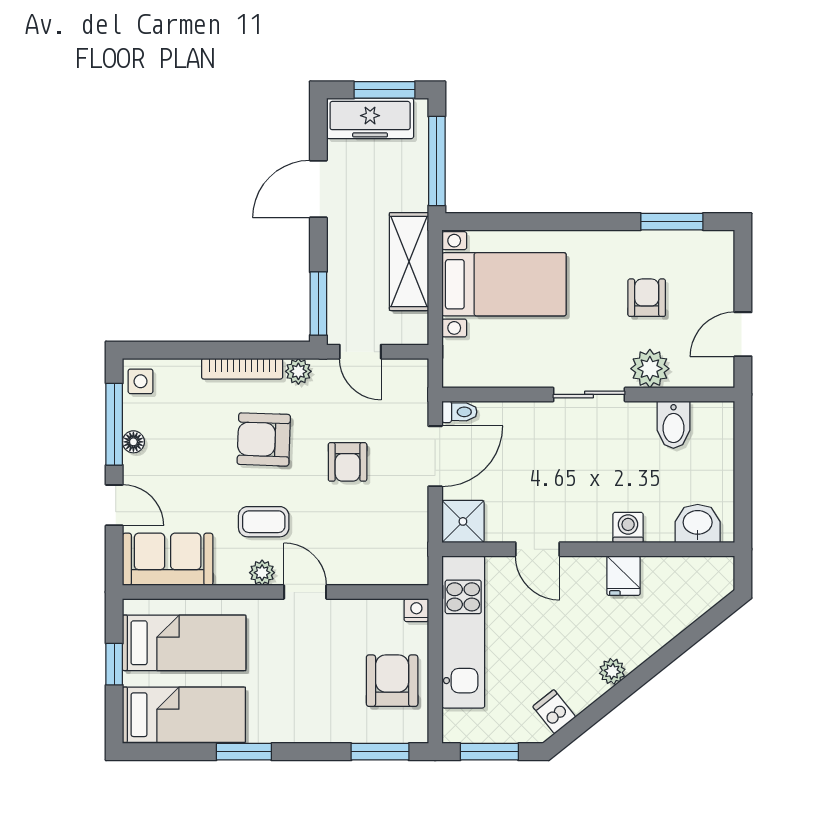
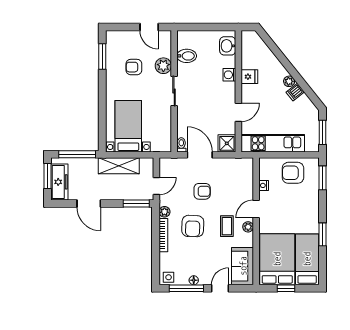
nightstand: (416, 610) -> (264, 185), moved
bed: (184, 643) -> (277, 259), width x1.50
dishwasher: (554, 712) -> (295, 92), moved

